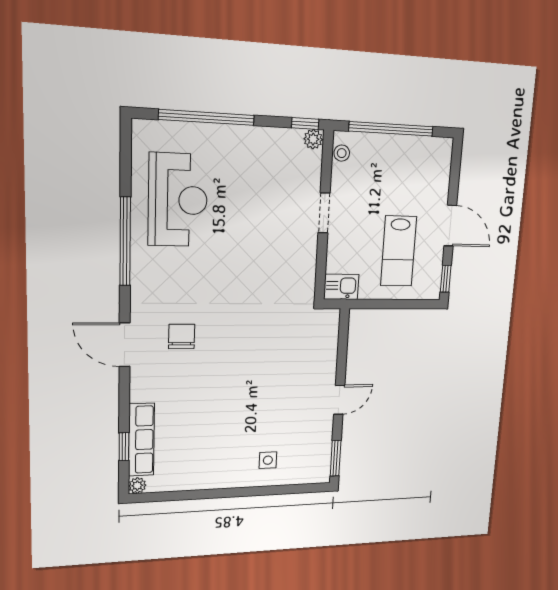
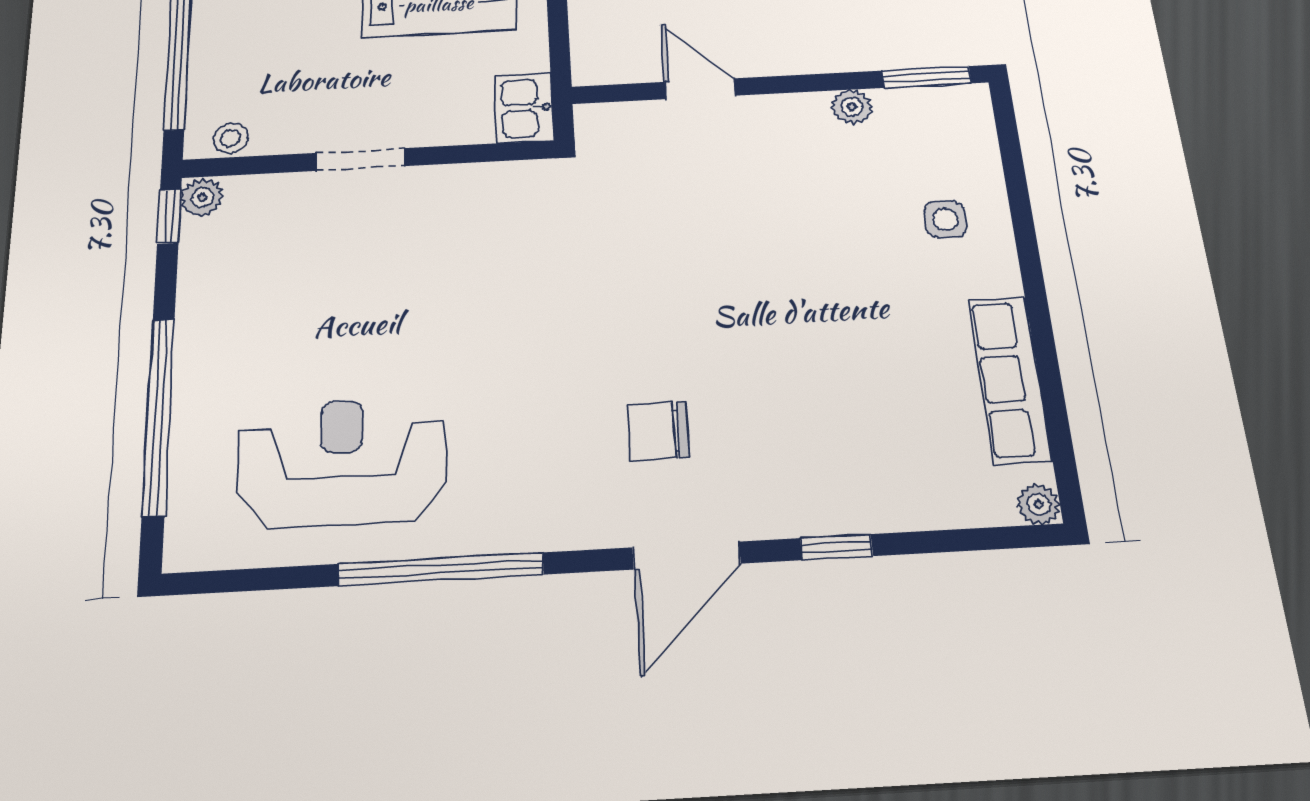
door: (339, 400) -> (700, 89), moved
plant: (325, 427) -> (852, 107), added
row of seats: (141, 440) -> (1010, 379), moved, turned -90
window: (124, 447) -> (837, 547), moved

